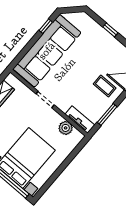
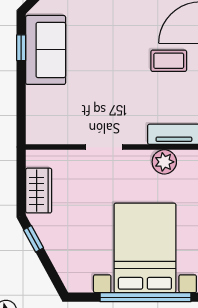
sofa: (47, 51) -> (46, 50), width x0.54, depth x0.79

